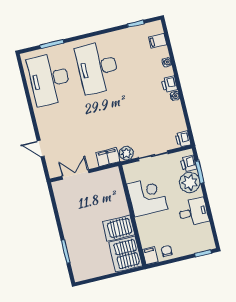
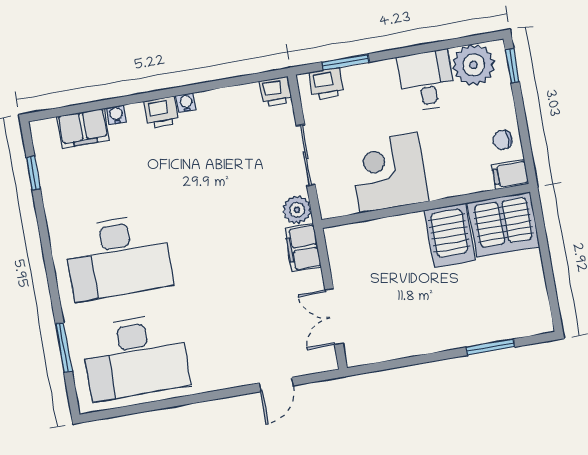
filing cabinet: (158, 41) -> (83, 128), width x2.00
plant: (190, 183) -> (474, 65), moved

